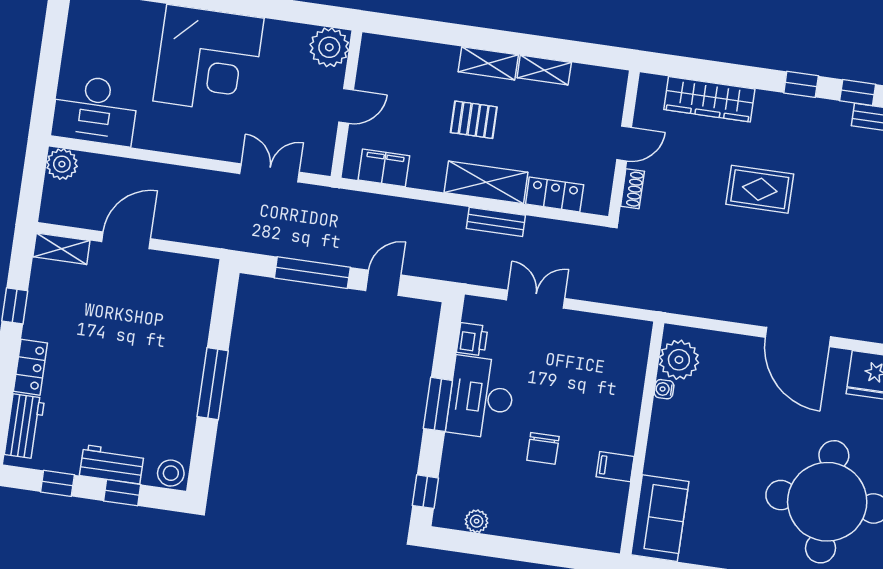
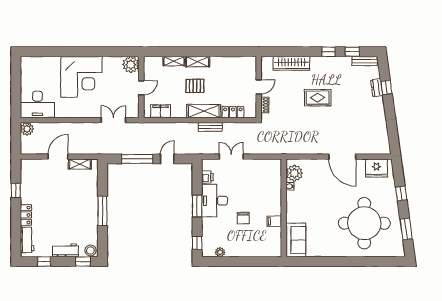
shelving: (544, 70) -> (174, 61), moved
shelving: (61, 249) -> (80, 164), moved
window: (122, 493) -> (83, 262), moved

